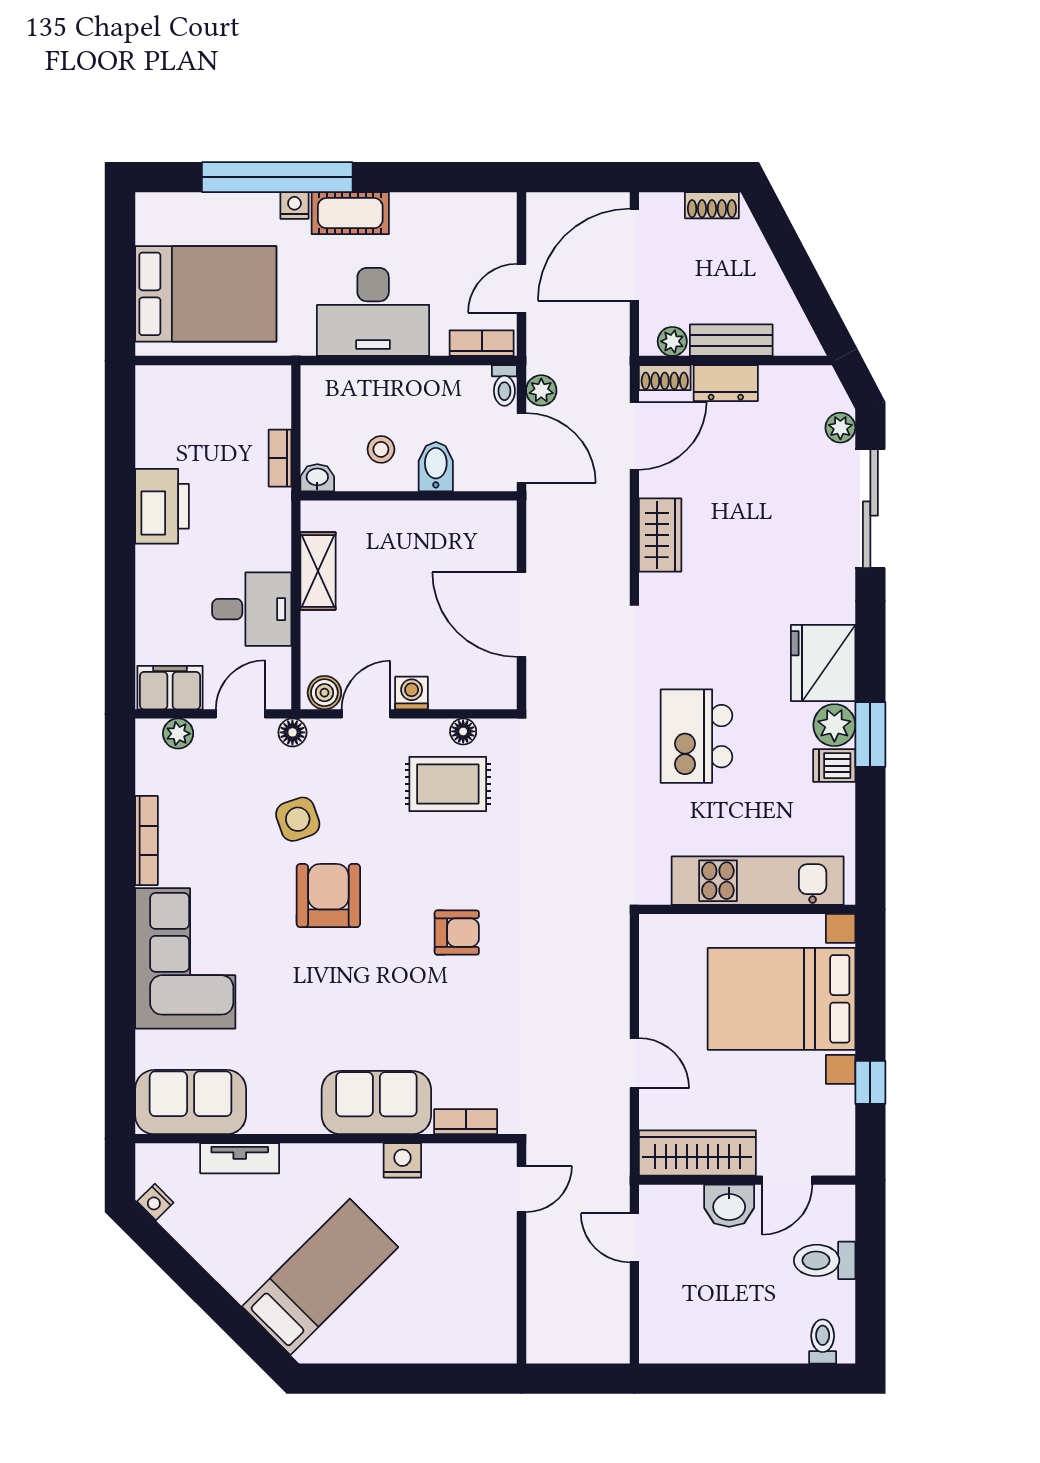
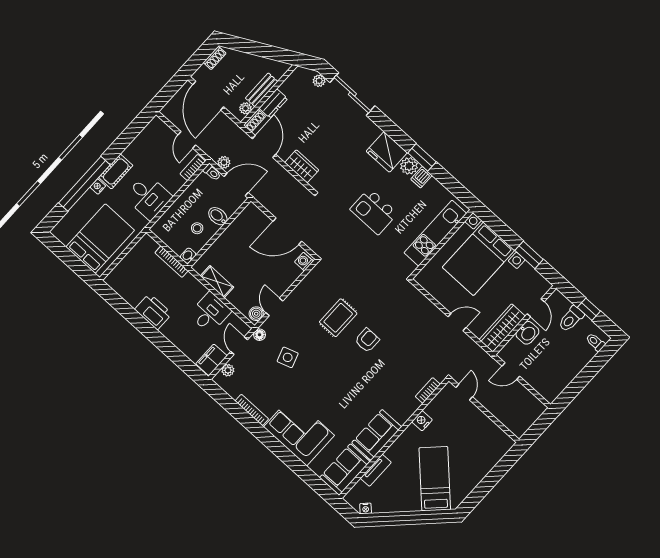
desk: (373, 312) -> (148, 197), width x0.73
bookcase: (280, 458) -> (172, 262), width x1.56
washing machine: (412, 693) -> (304, 261), moved
floor lamp: (463, 731) -> (307, 282), removed
rug: (448, 784) -> (338, 318), moved
armchair: (328, 896) -> (320, 369), removed
window: (870, 1082) -> (529, 255), width x1.50
sofa: (376, 1103) -> (377, 435), moved
window: (870, 1277) -> (589, 309), added

